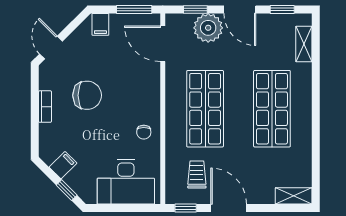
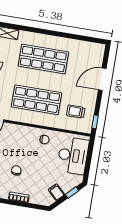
chair: (87, 95) -> (16, 170), width x0.54, depth x0.54
shelving: (294, 196) -> (99, 55), removed
door: (229, 208) -> (102, 79), moved

